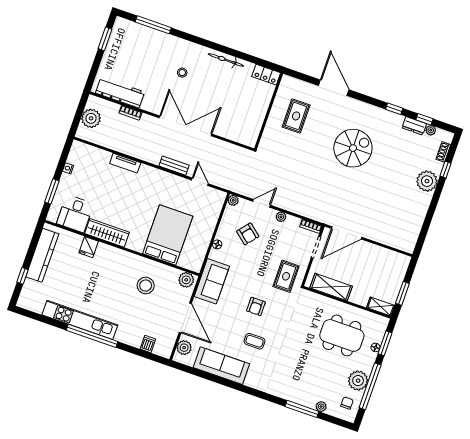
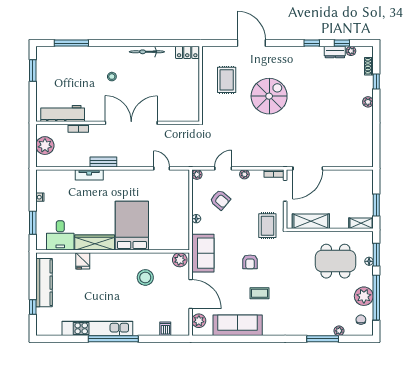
spiral stairs: (353, 148) -> (269, 96), moved
bench: (174, 166) -> (103, 162), moved
plant: (427, 181) -> (368, 102), width x0.53, depth x0.53
bed: (168, 235) -> (132, 226), moved

